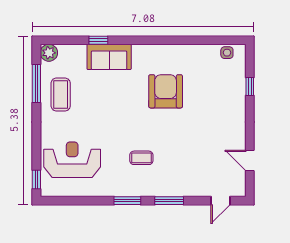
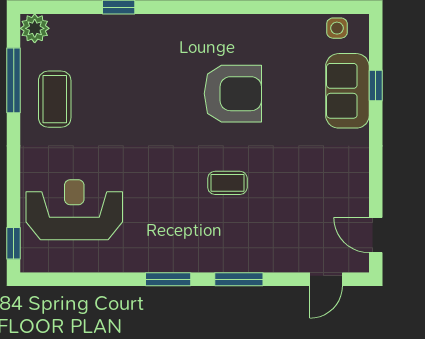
sofa: (109, 57) -> (347, 91), moved, turned 90
armchair: (166, 91) -> (233, 94), turned 90
coffee table: (141, 158) -> (227, 183), moved
door: (250, 160) -> (376, 235), moved

